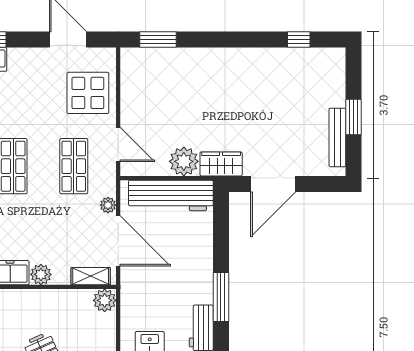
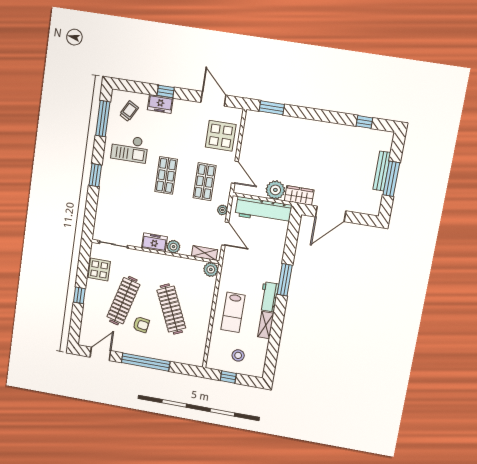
window: (354, 117) -> (391, 179), width x1.44
bench: (337, 137) -> (382, 171), moved
door: (118, 241) -> (225, 234), width x0.73

